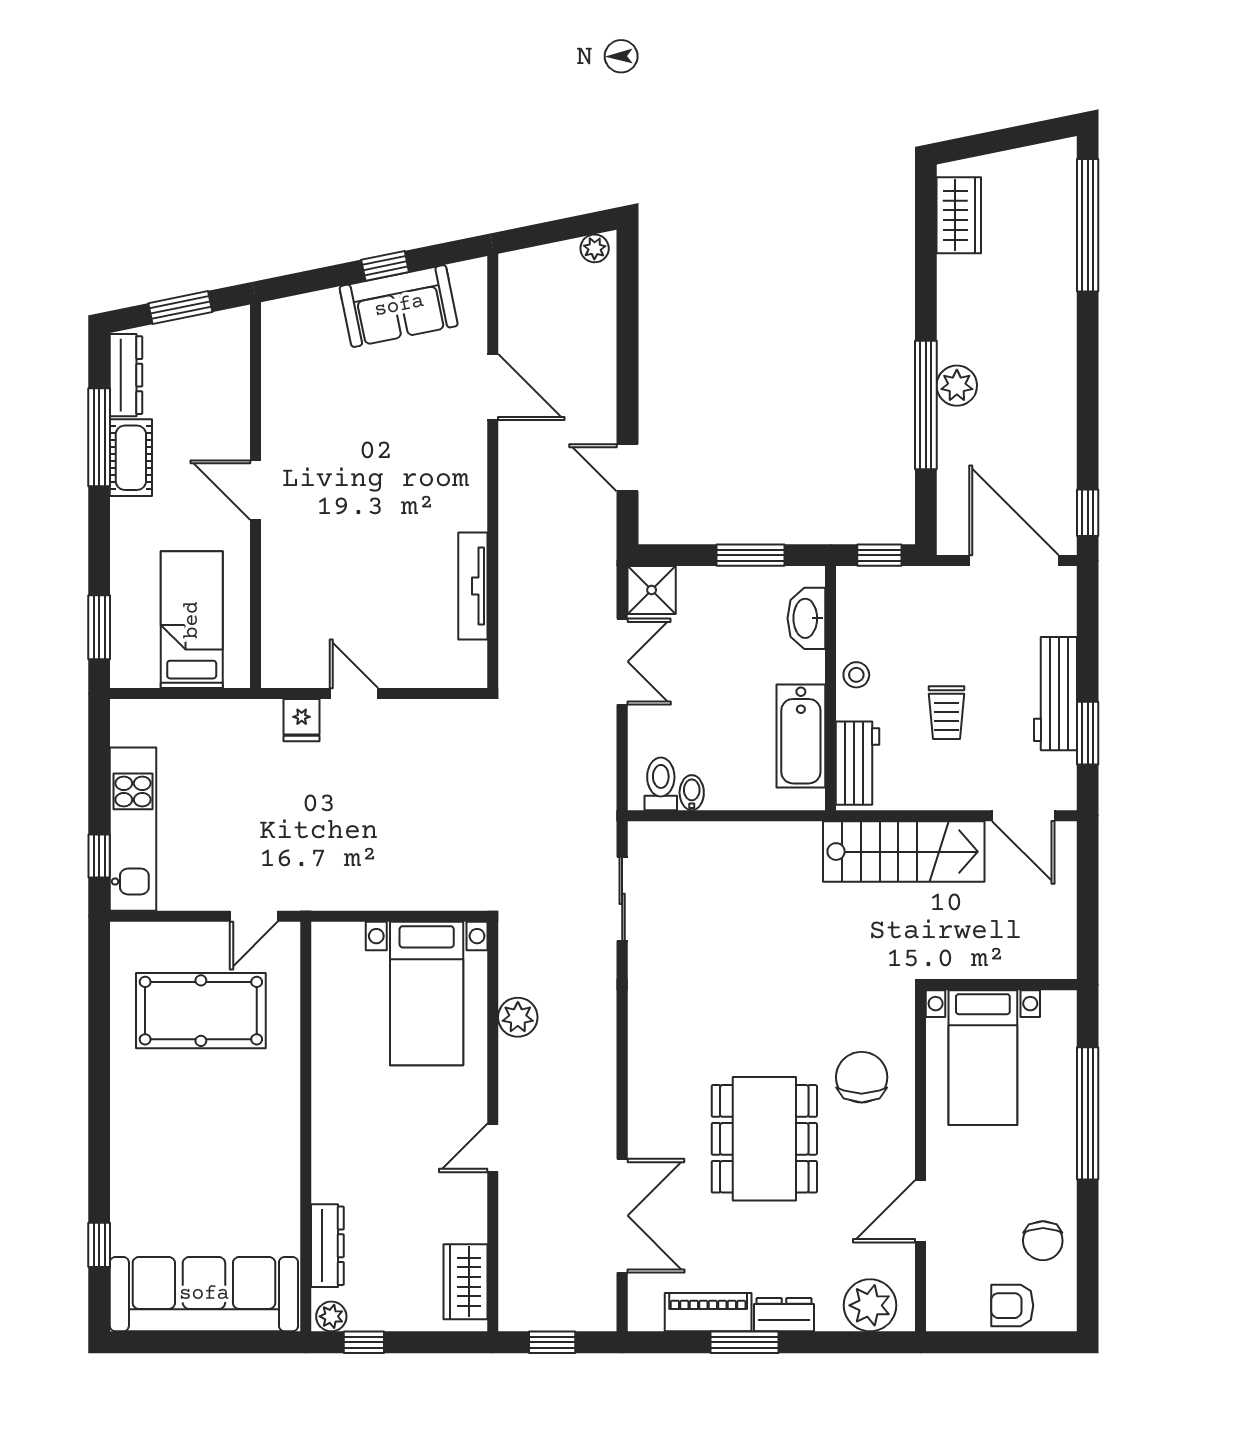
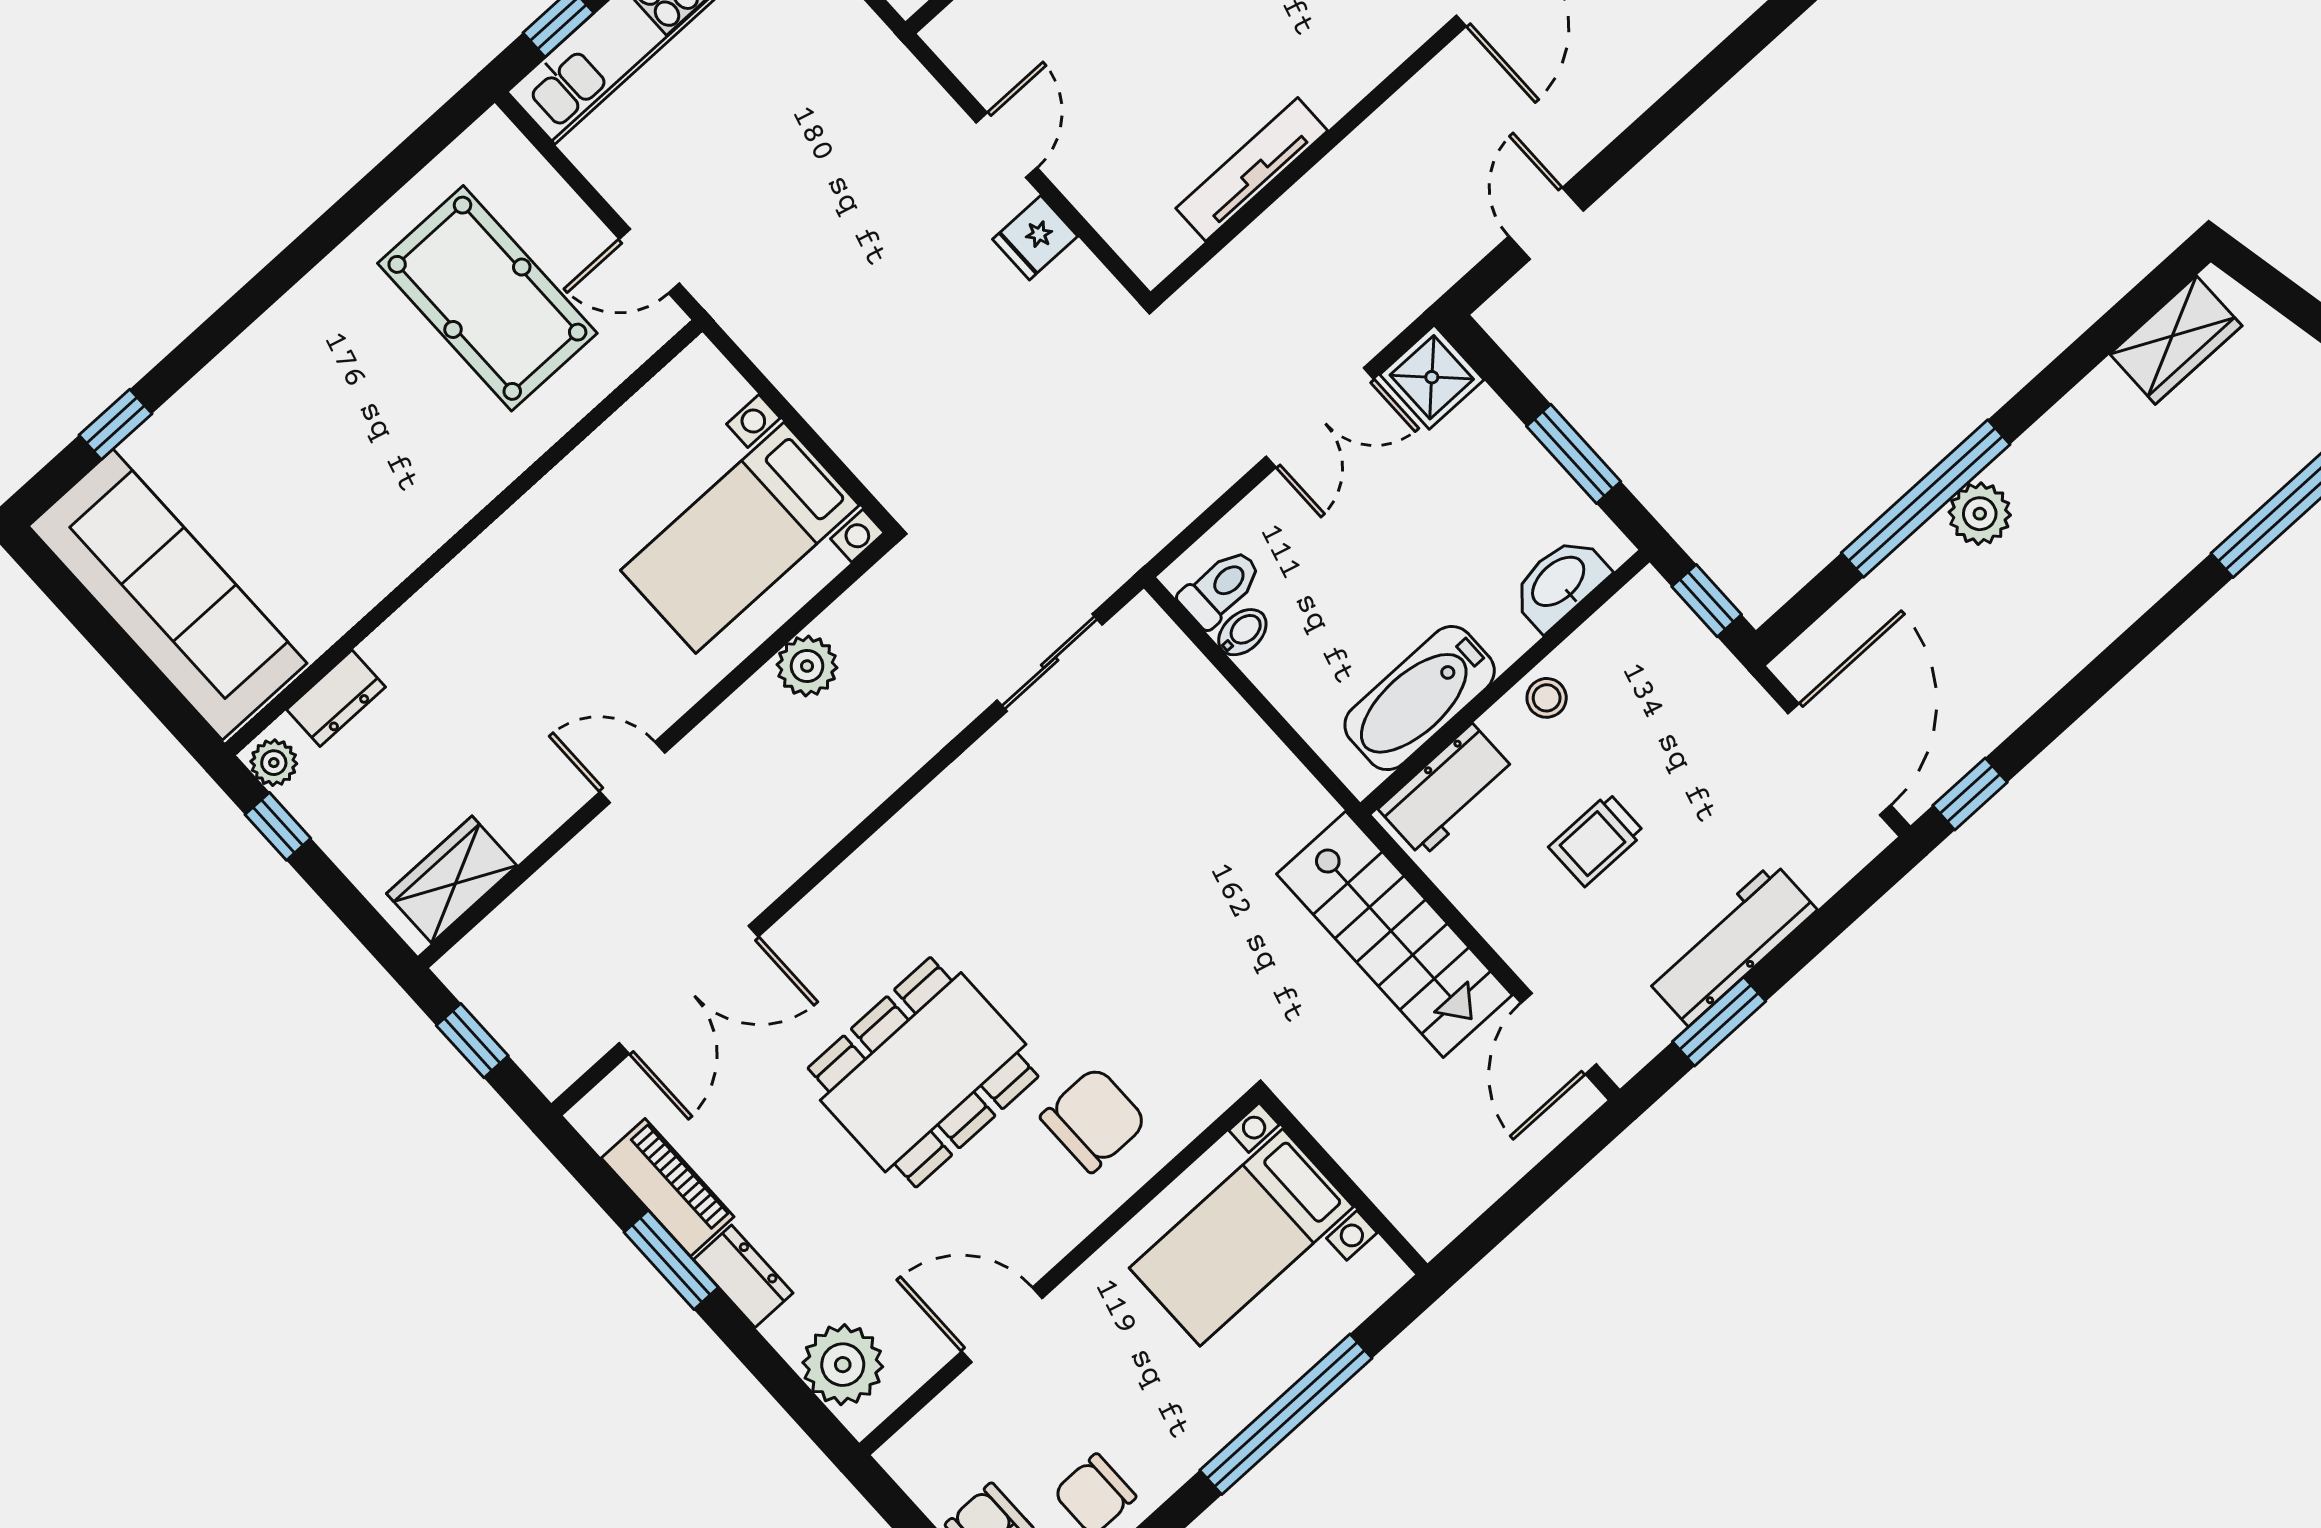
fridge: (302, 720) -> (1035, 238), moved
dresser: (327, 1246) -> (336, 698), width x0.70

